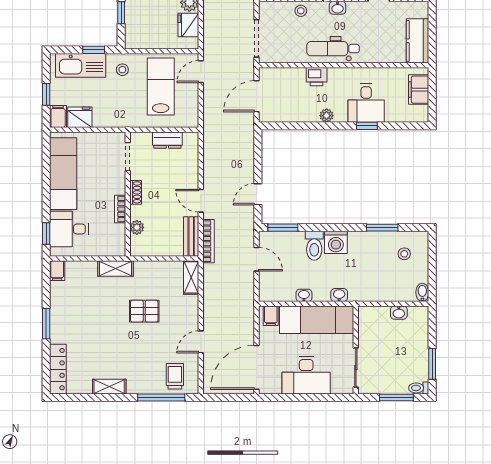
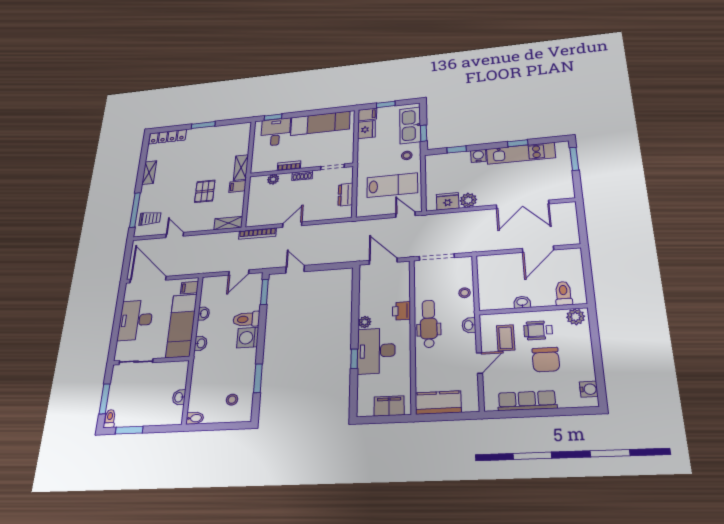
desk: (366, 103) -> (376, 351), width x1.37
bench: (191, 237) -> (262, 220), removed
filing cabinet: (57, 271) -> (238, 186), moved

